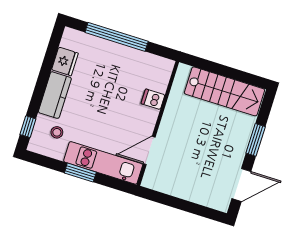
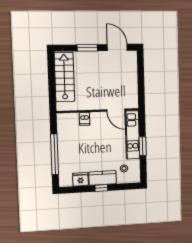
window: (28, 127) -> (101, 188), moved

